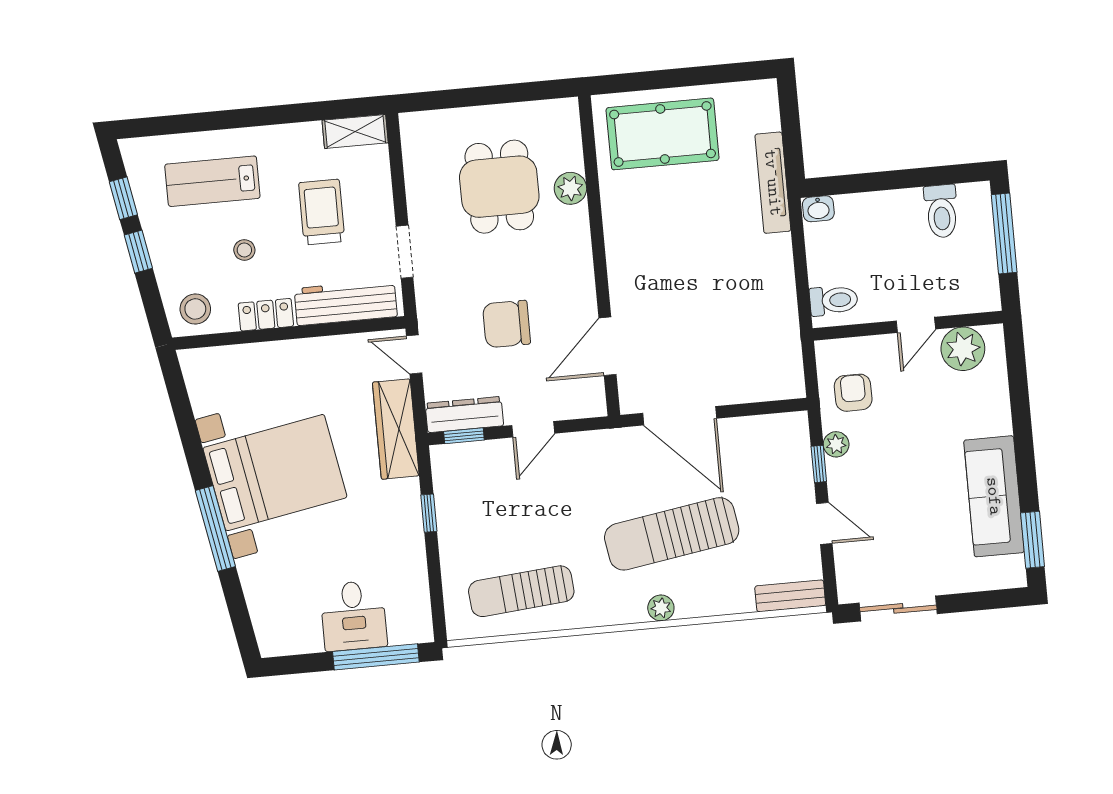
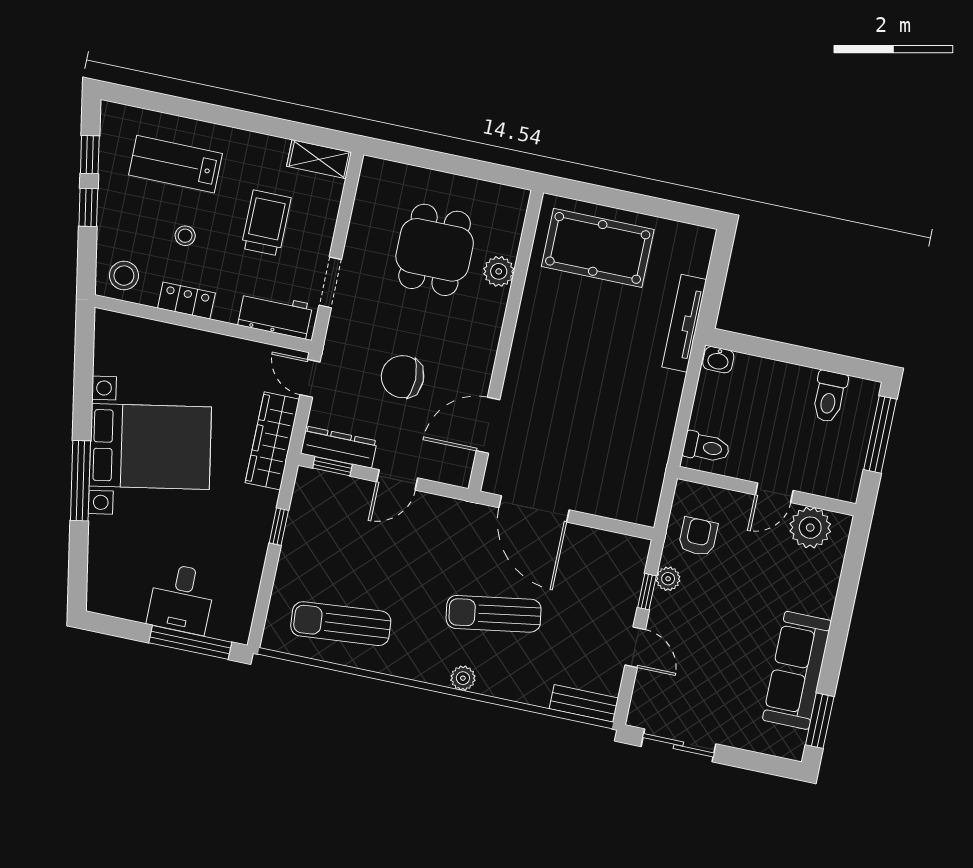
workbench: (346, 303) -> (275, 315), width x0.73
sun lounger: (672, 534) -> (494, 614), width x0.73, depth x0.75

